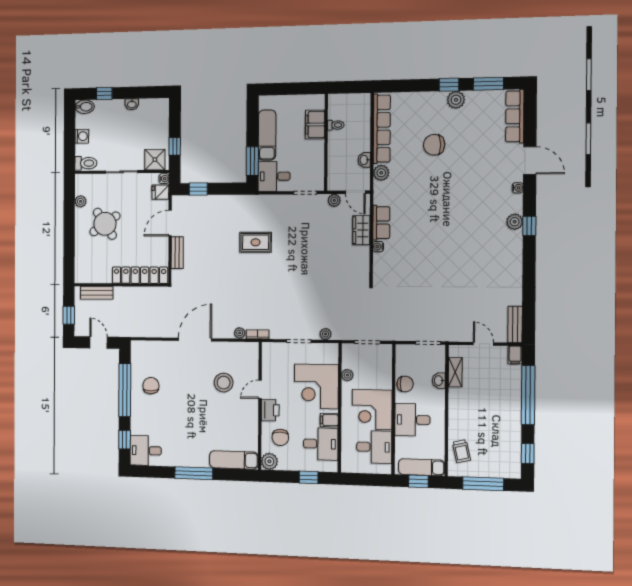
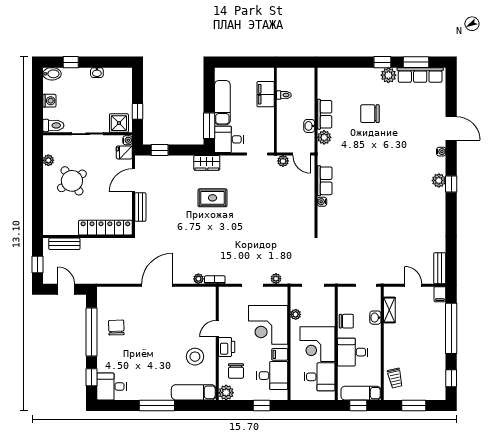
row of seats: (515, 116) -> (420, 75), moved, turned -90
row of seats: (382, 129) -> (325, 114), width x0.50
wardrobe: (361, 230) -> (207, 163), moved, turned -90
stool: (224, 383) -> (195, 357), moved
window: (483, 484) -> (414, 405), width x0.69

